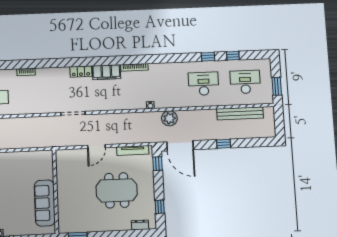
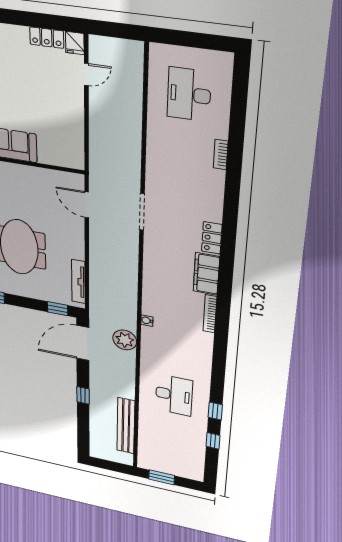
desk: (245, 82) -> (171, 444), removed
door: (96, 147) -> (87, 205), moved

